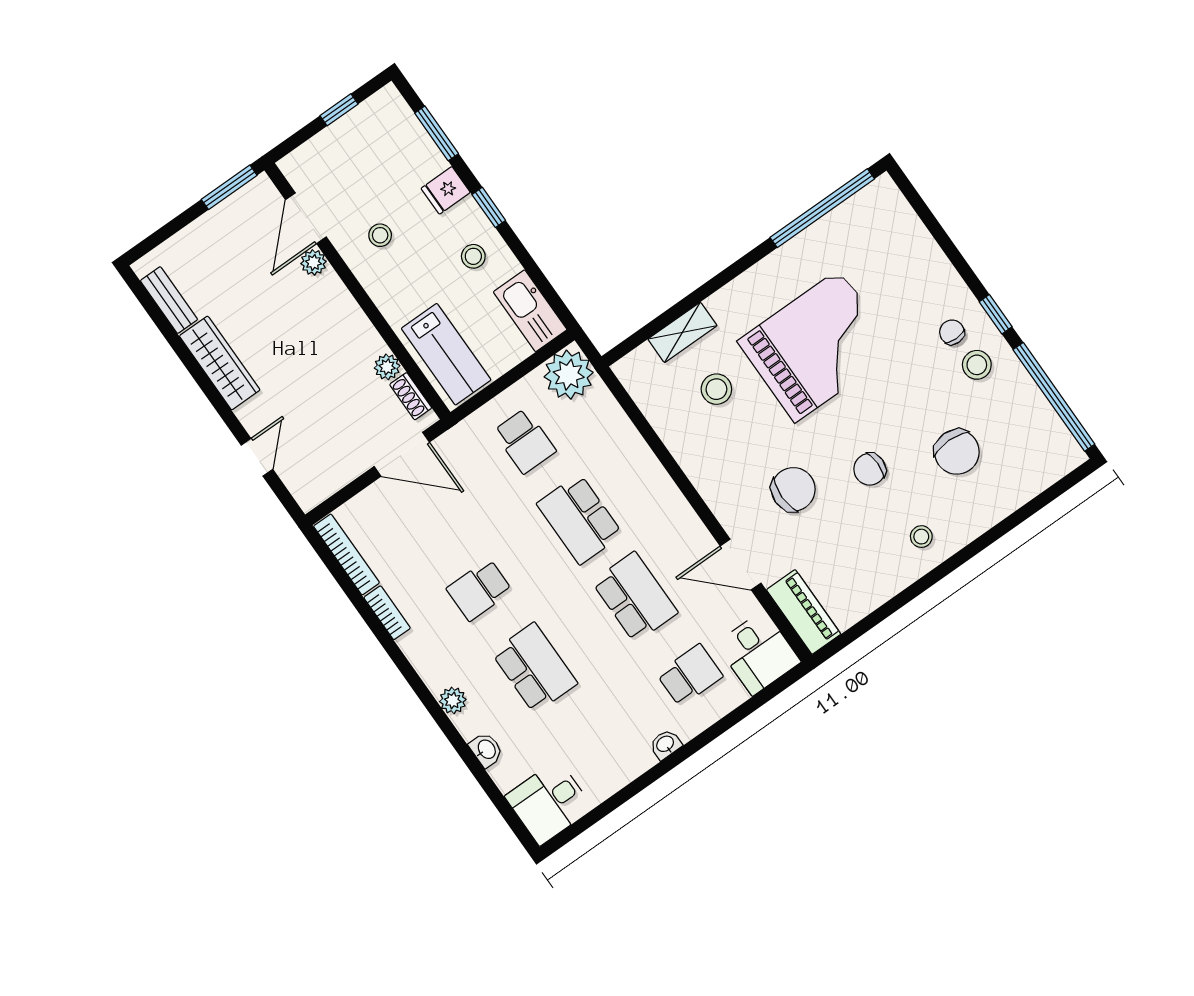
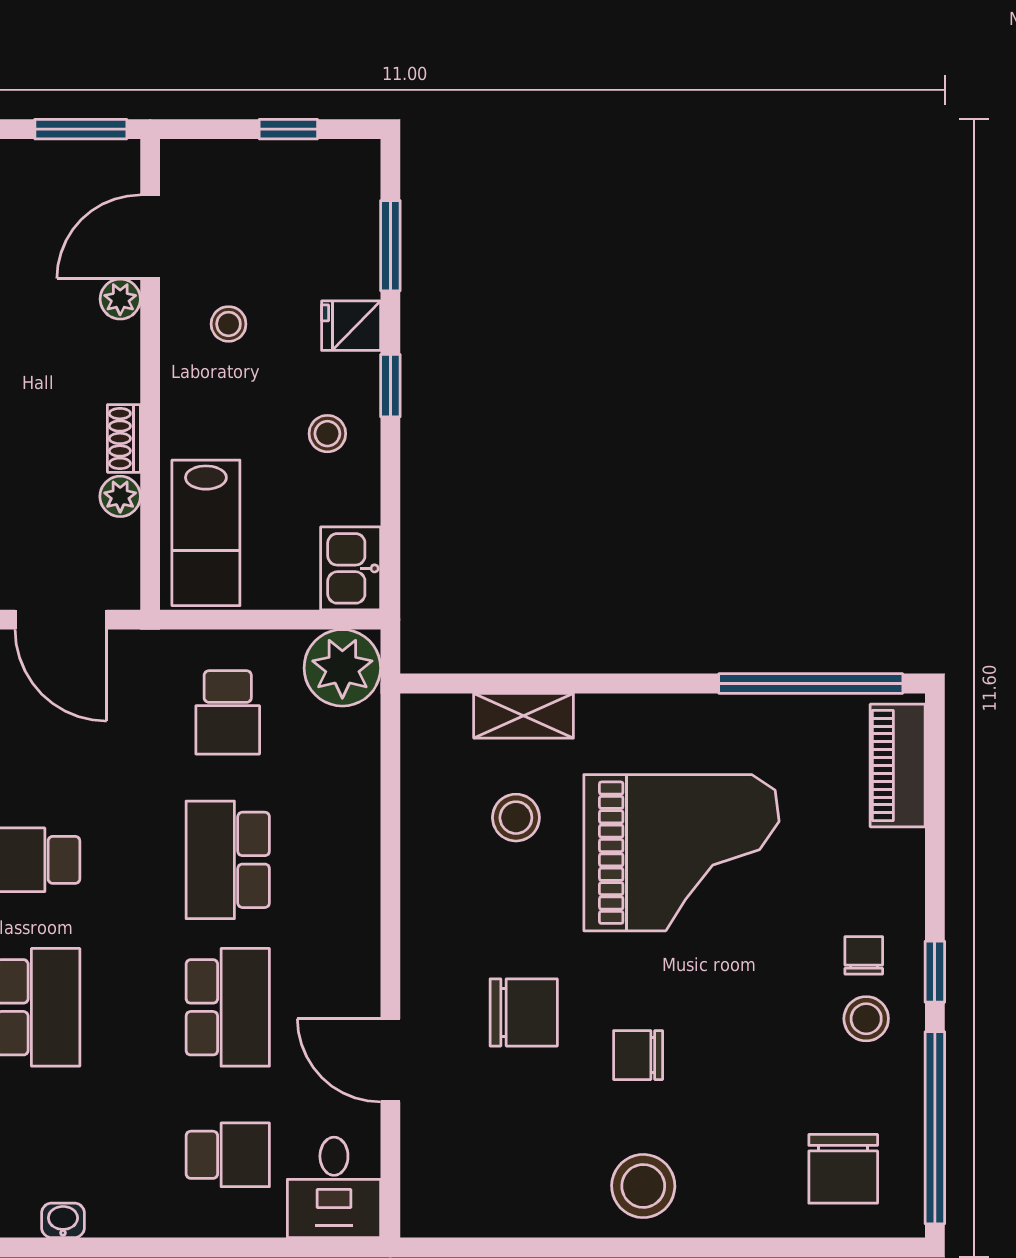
kitchen sink: (530, 311) -> (351, 568), width x0.73
shoe rack: (411, 396) -> (124, 438), moved
chair: (957, 452) -> (843, 1169), moved
stool: (921, 537) -> (643, 1186), width x1.89, depth x1.89
piano: (804, 612) -> (898, 766), moved, turned 180
washbasin: (665, 744) -> (63, 1220), moved

